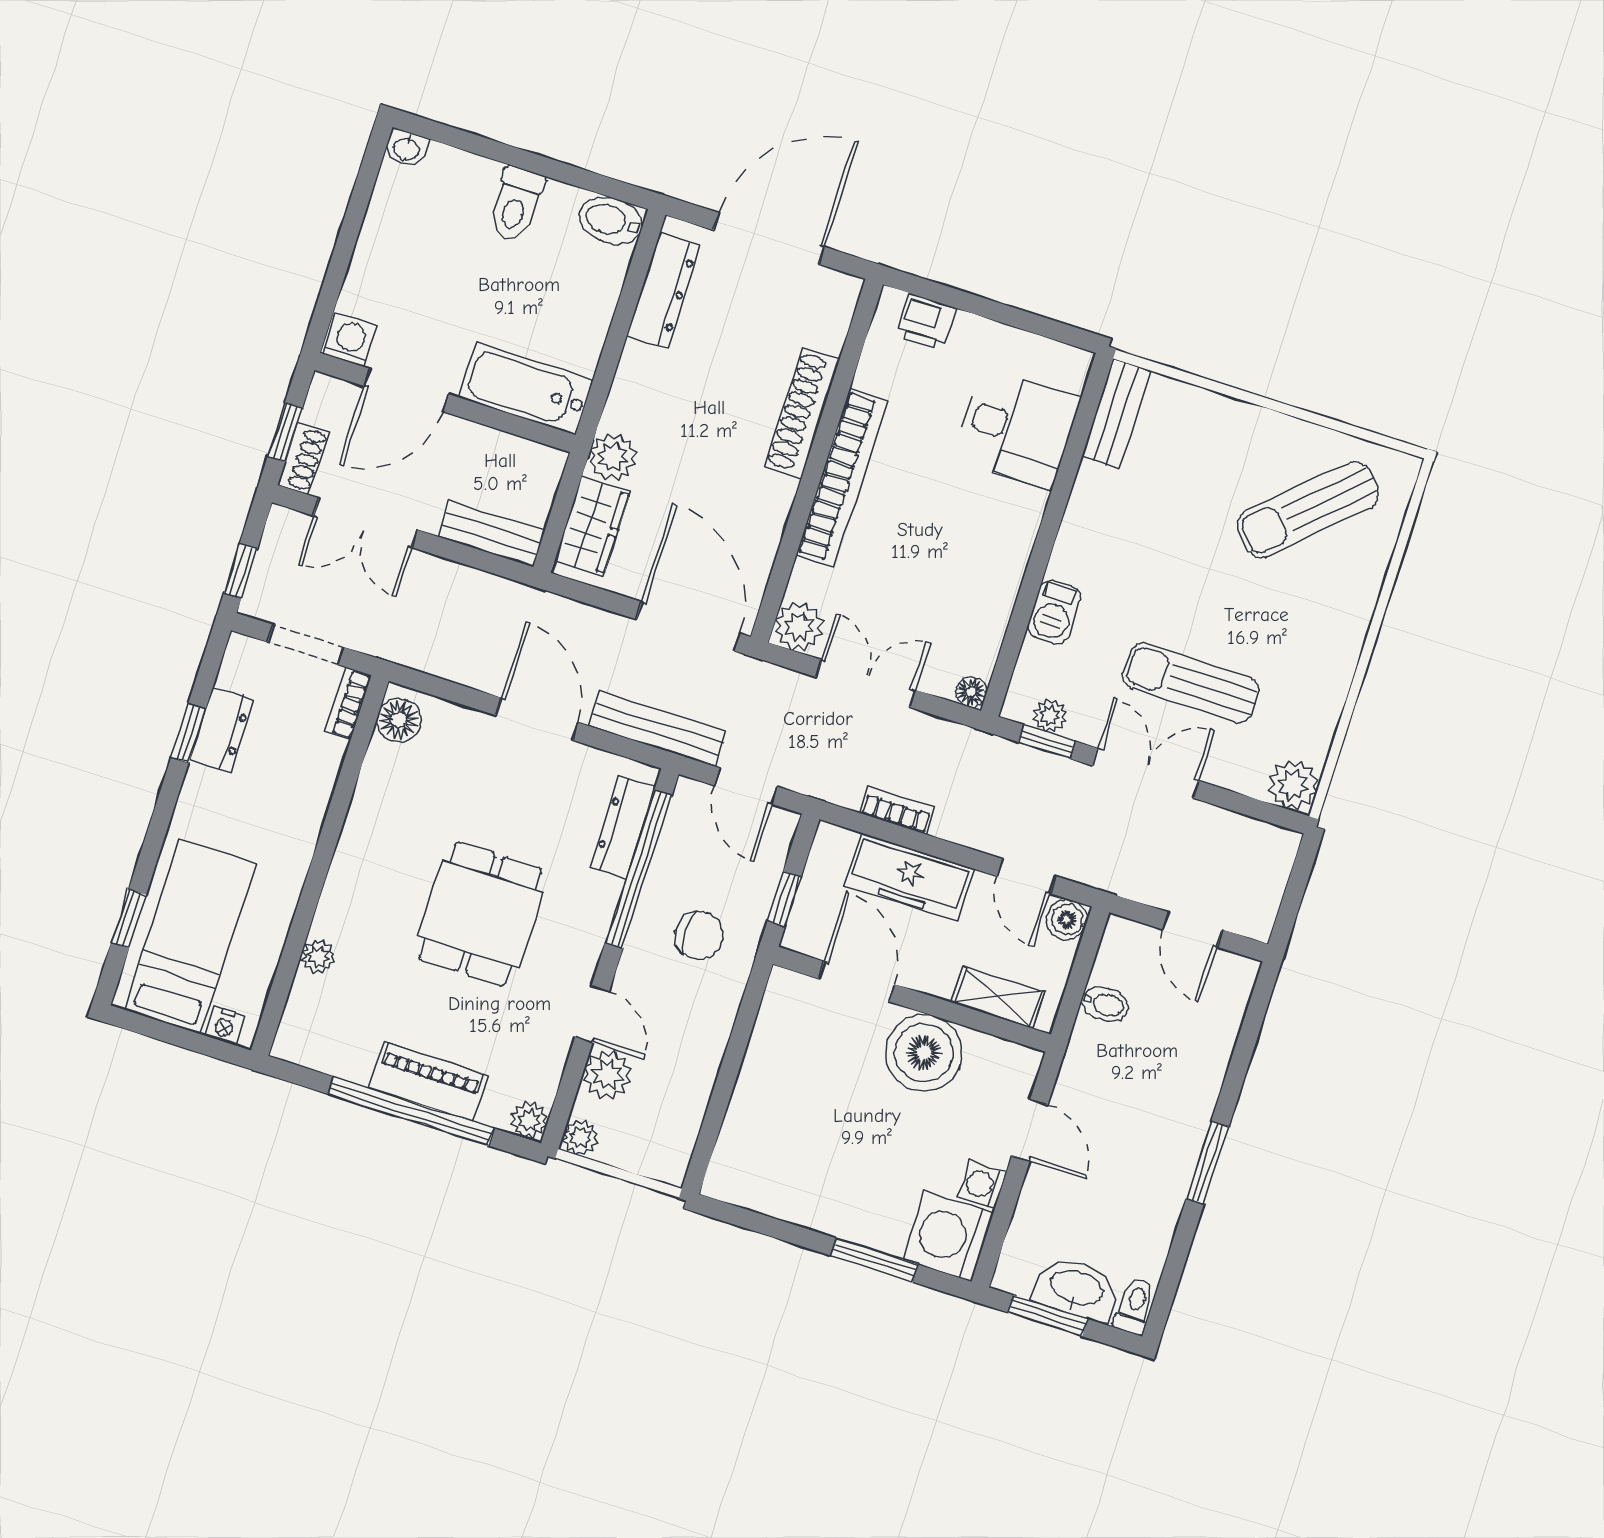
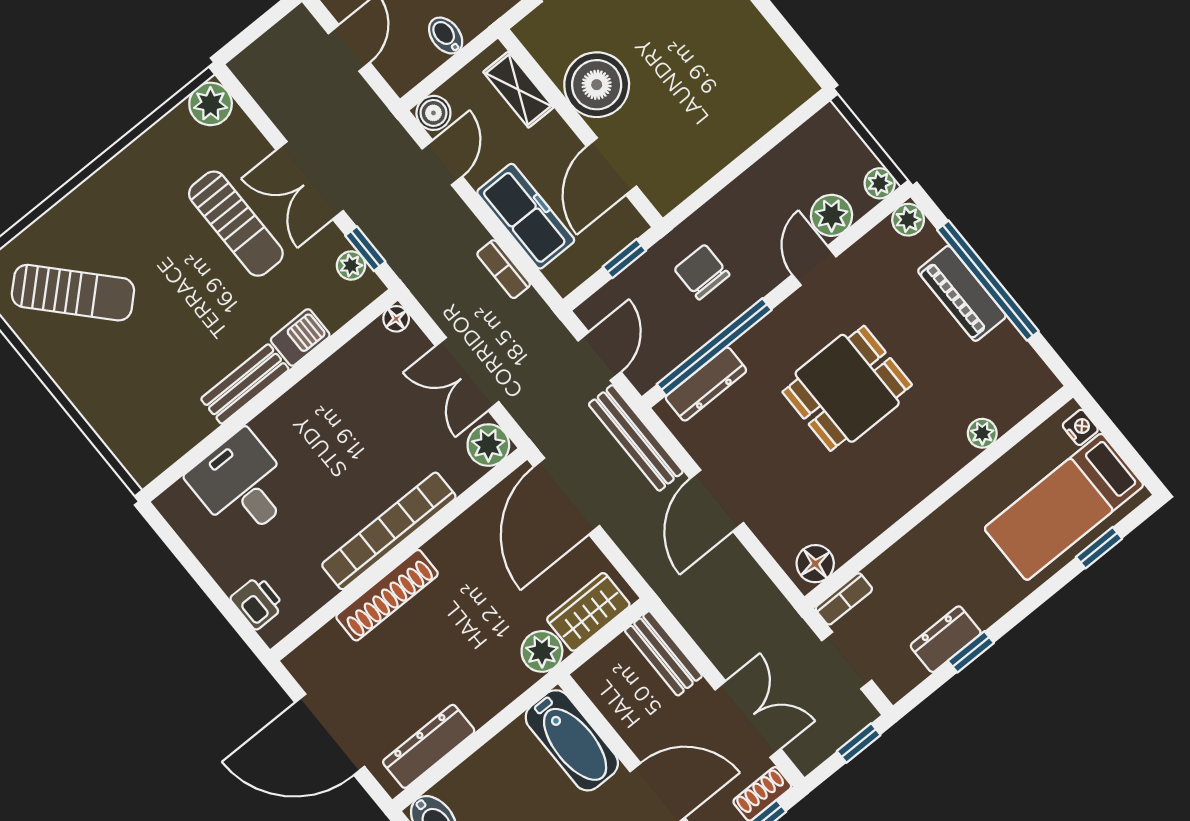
bench: (1116, 414) -> (245, 384), moved

